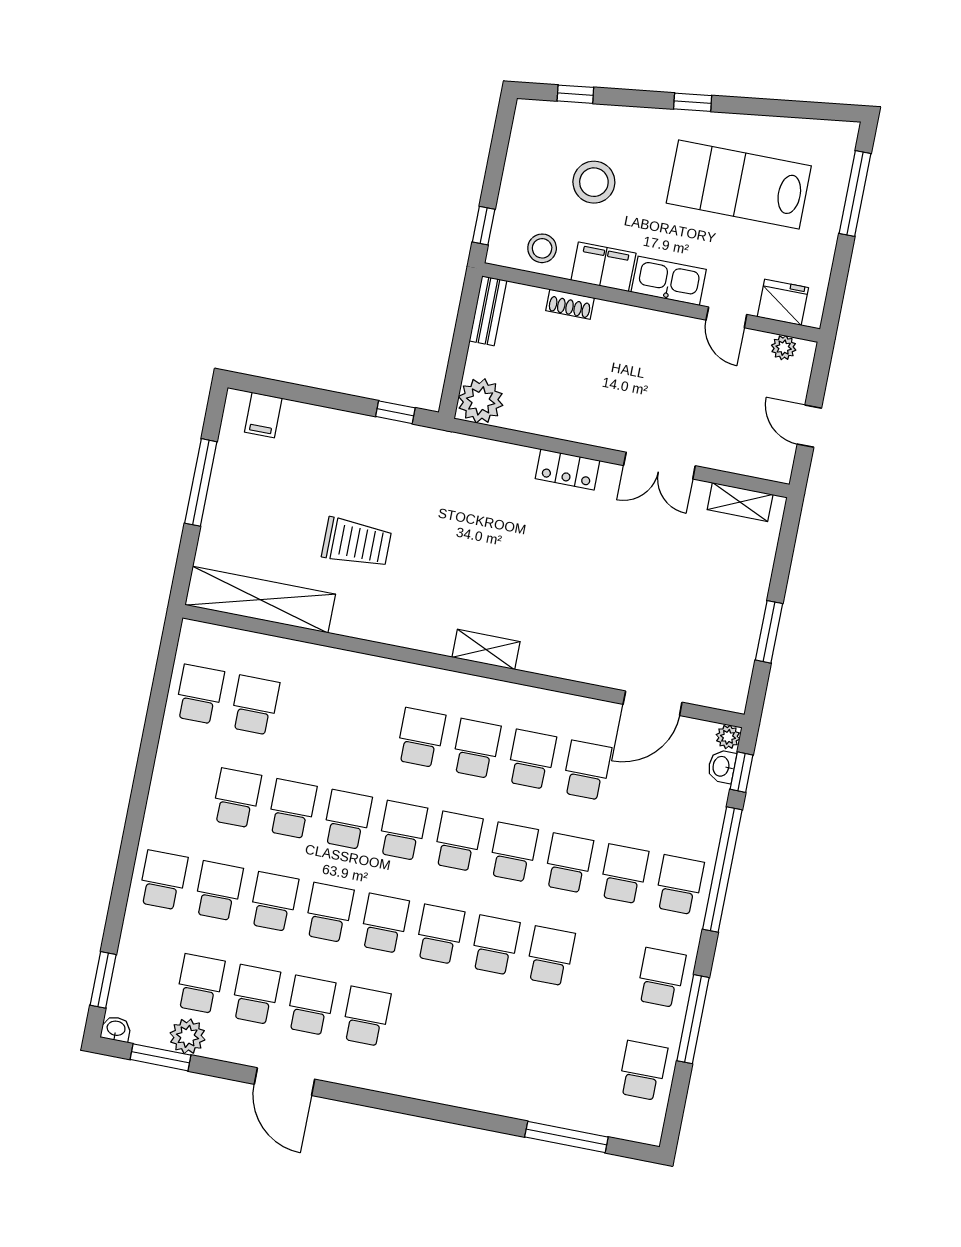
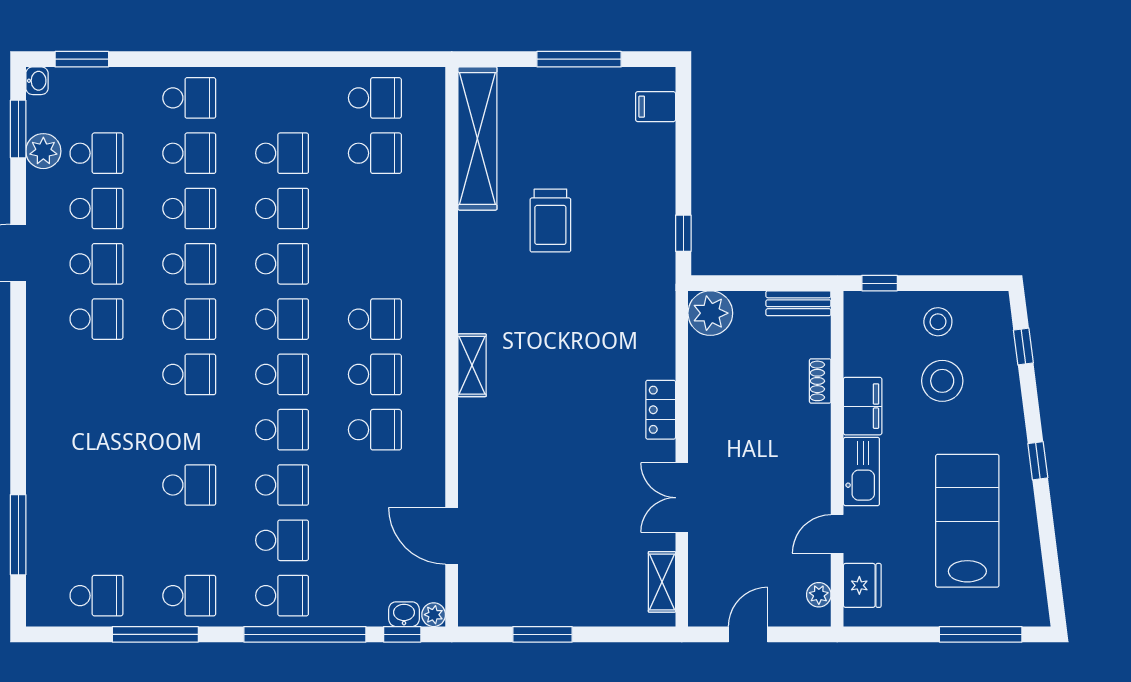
stool: (542, 248) -> (938, 322), moved
school desk: (587, 770) -> (375, 485), removed
school desk: (495, 945) -> (189, 430), removed

